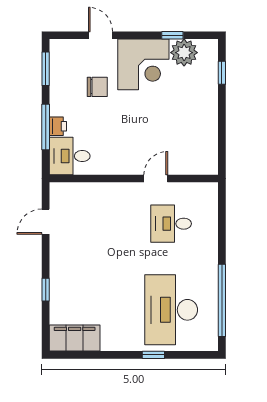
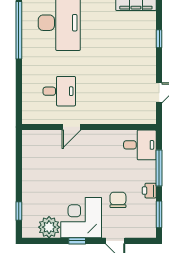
window: (172, 35) -> (77, 241), moved
chair: (97, 87) -> (118, 200), turned 90
printer: (58, 126) -> (149, 191), moved

